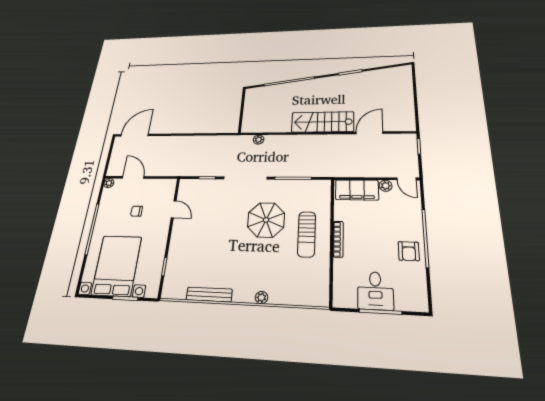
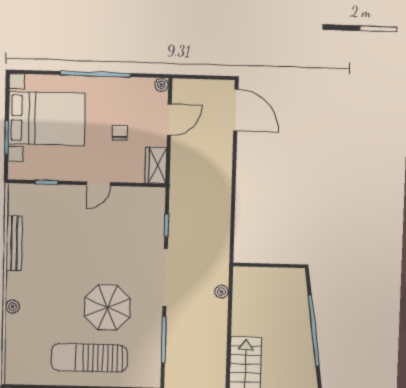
wardrobe: (163, 186) -> (156, 165), added
door: (174, 209) -> (98, 184), moved
sun lounger: (307, 234) -> (89, 358), width x1.36, depth x1.34

